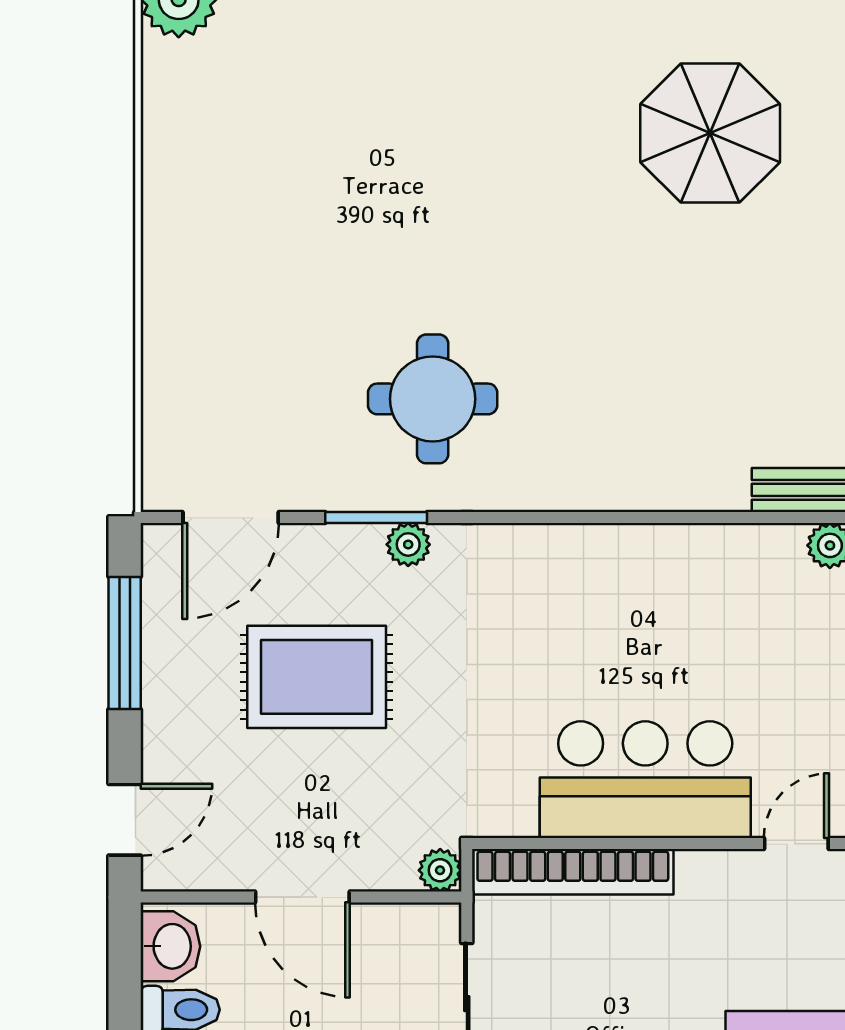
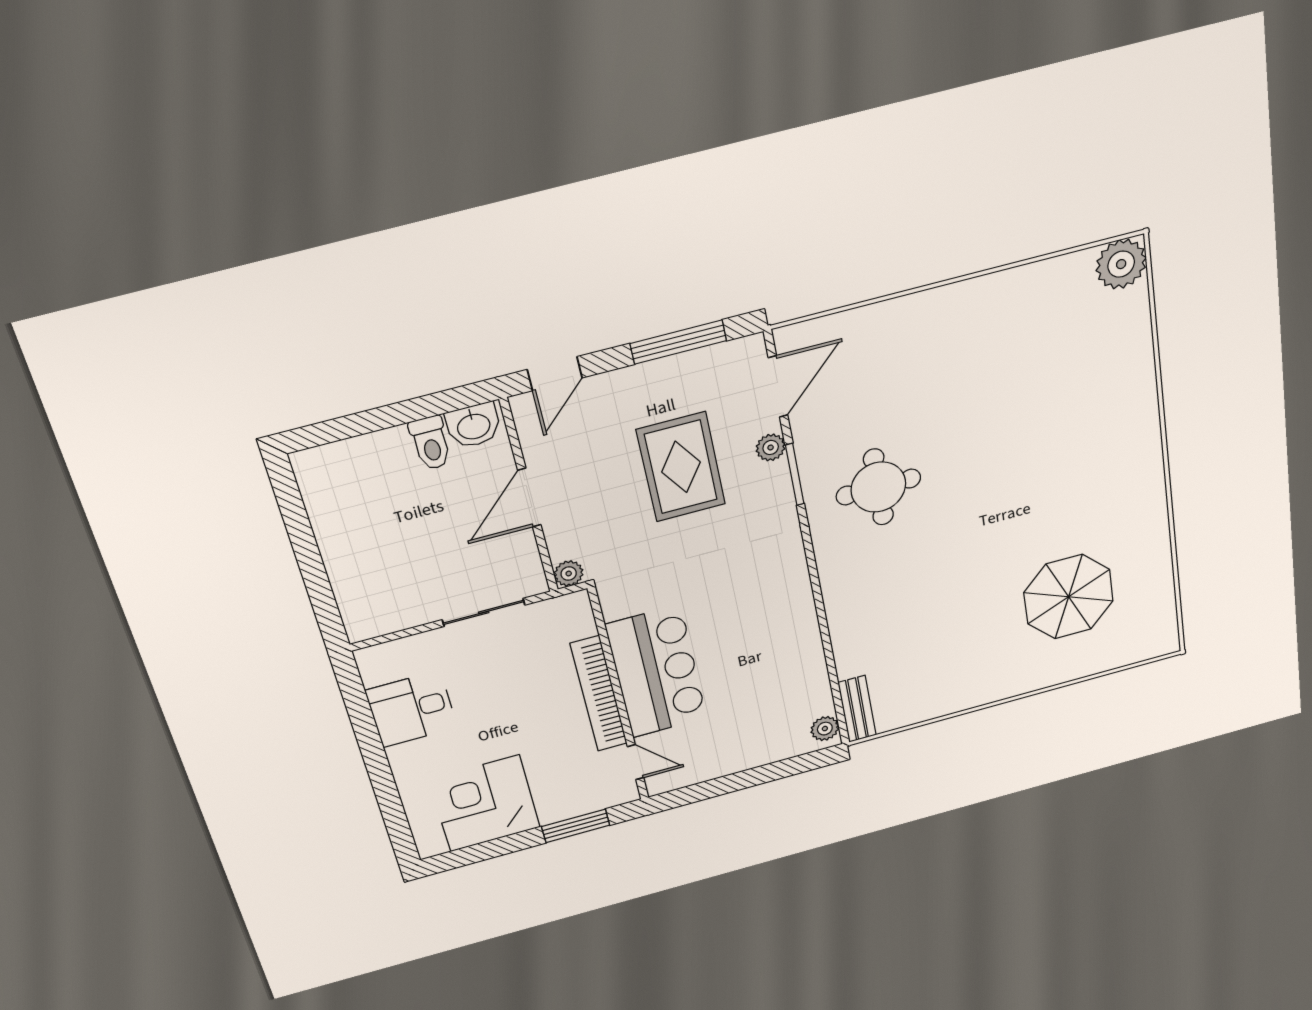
door: (231, 517) -> (778, 386), swing flipped
plant: (408, 544) -> (771, 447), moved
door: (125, 820) -> (555, 374), hinge flipped
bookcase: (573, 872) -> (599, 694), moved

